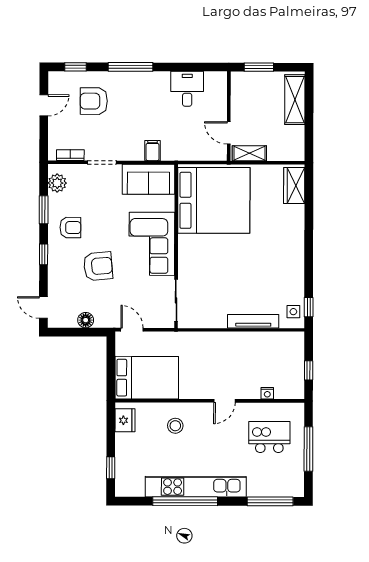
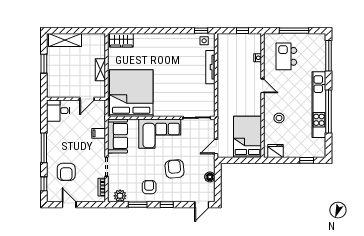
wall: (229, 116) -> (76, 99), moved
door: (229, 133) -> (87, 99), moved

